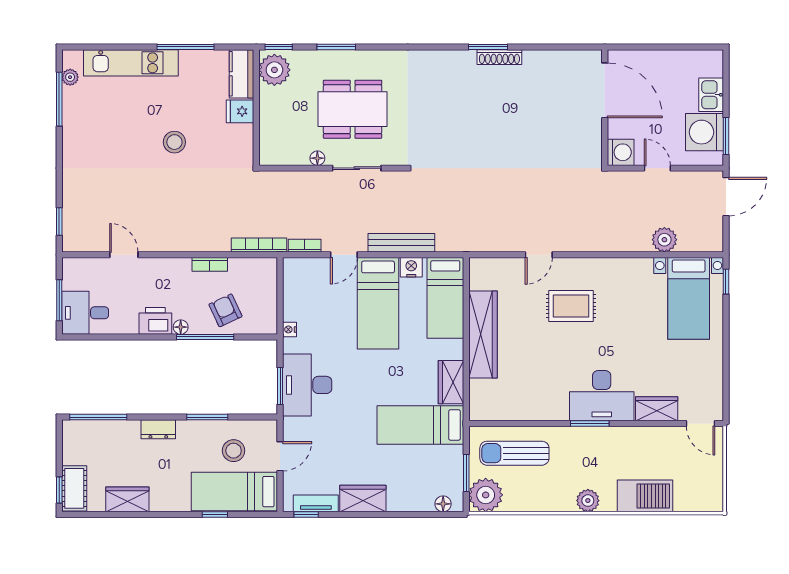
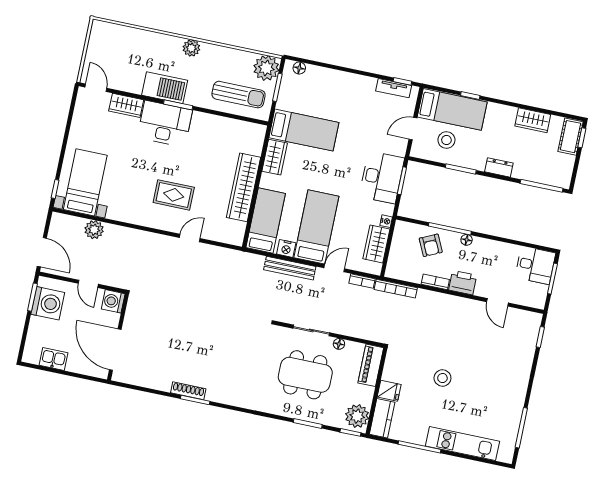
plant: (70, 77) -> (510, 442), removed
kitchen sink: (711, 95) -> (53, 359), moved, turned -90
piano: (271, 139) -> (371, 365), added
door: (726, 197) -> (42, 252), swing flipped
printer: (155, 321) -> (463, 283), moved, turned 180
barbecue: (645, 496) -> (165, 88), moved, turned 180
wardrobe: (363, 499) -> (376, 244), moved, turned 90

